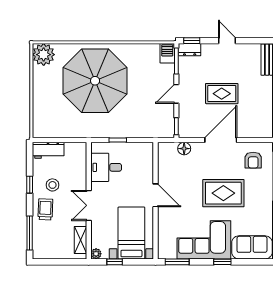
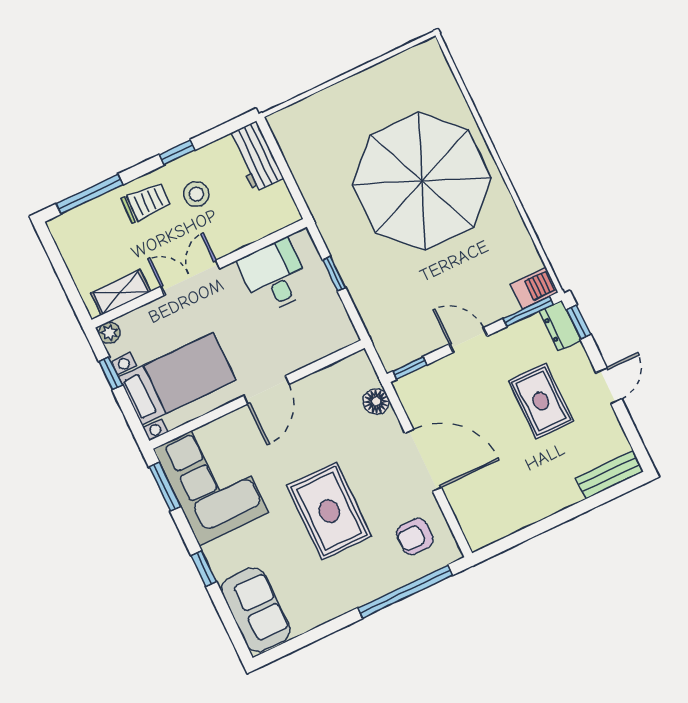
plant: (44, 55) -> (425, 65), removed
rug: (222, 94) -> (541, 401), moved
corner sofa: (204, 240) -> (211, 481), moved

